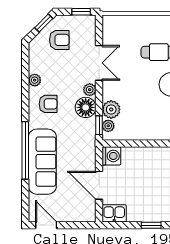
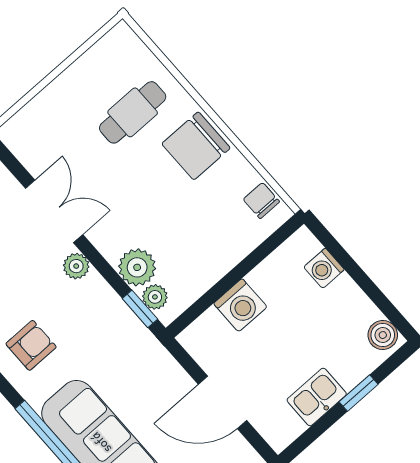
floor lamp: (86, 107) -> (94, 299), removed
washing machine: (111, 156) -> (240, 305), moved, turned 90
kitchen sink: (114, 213) -> (317, 397), moved

